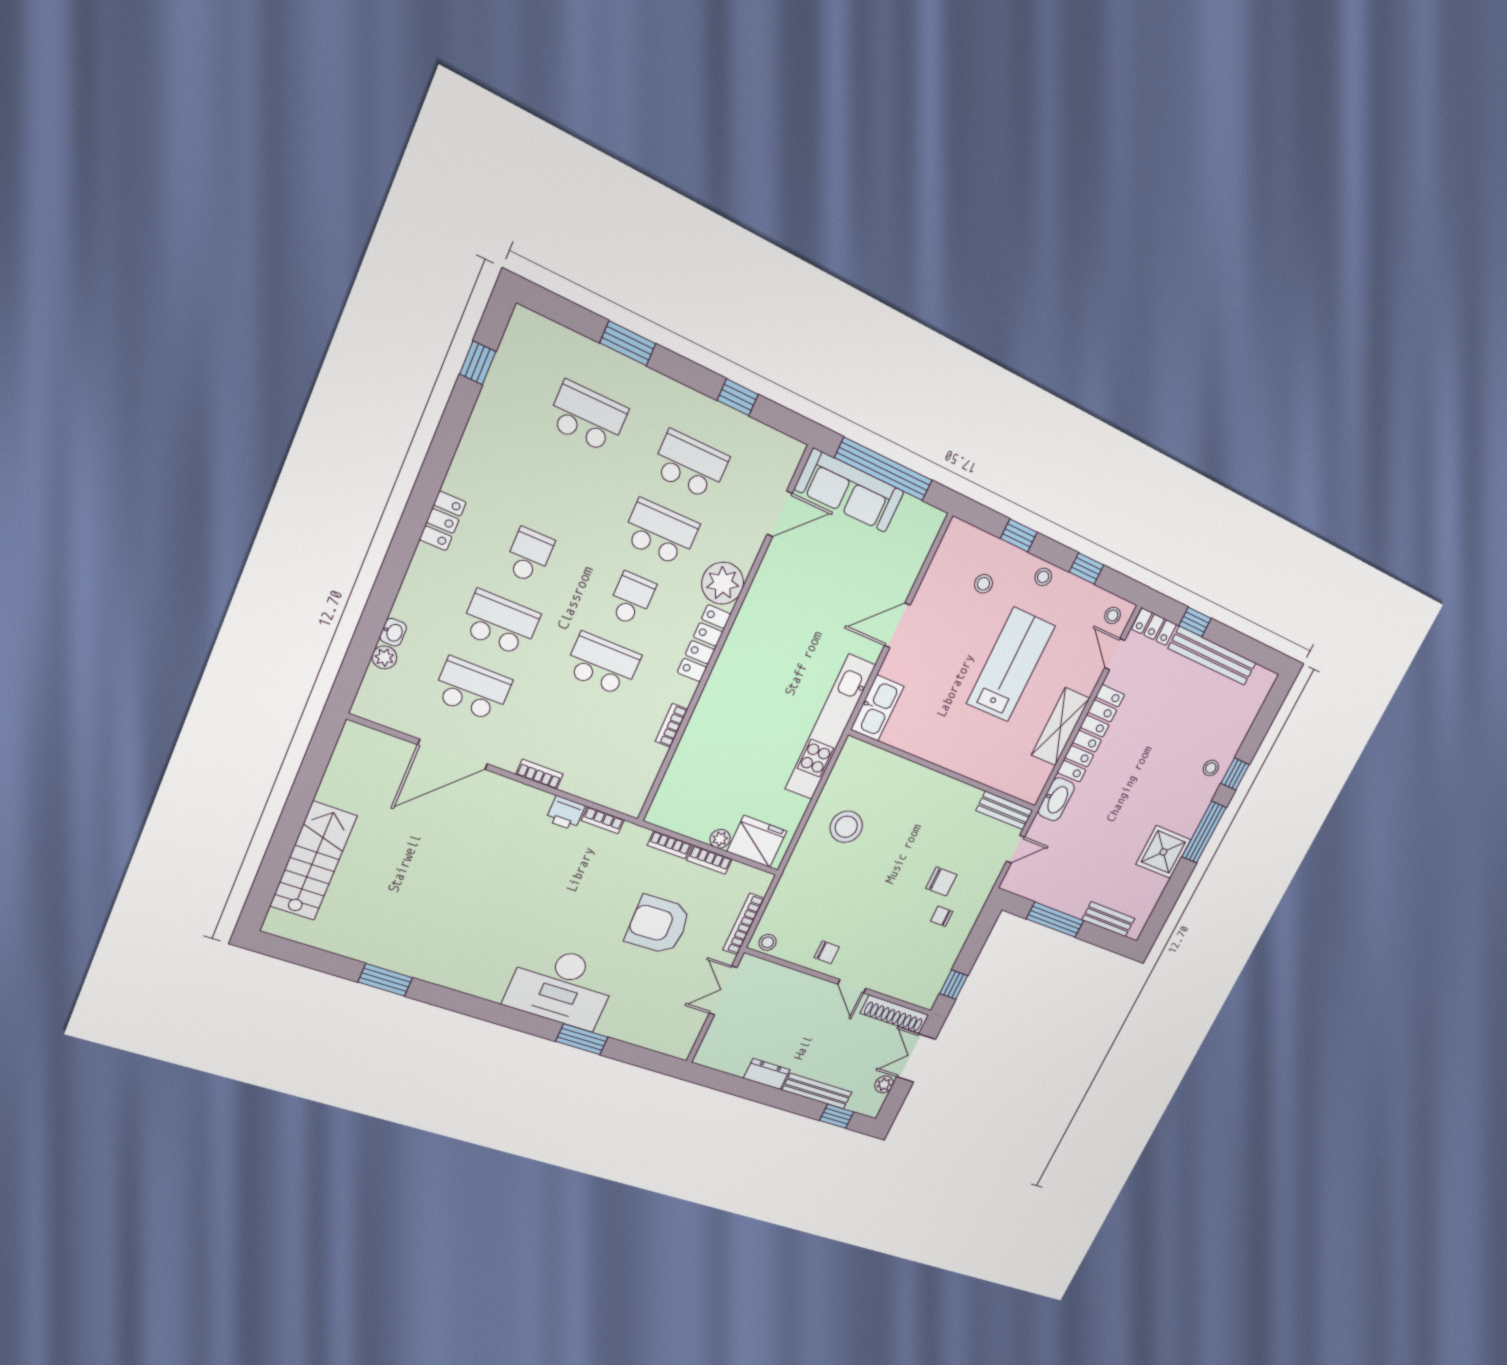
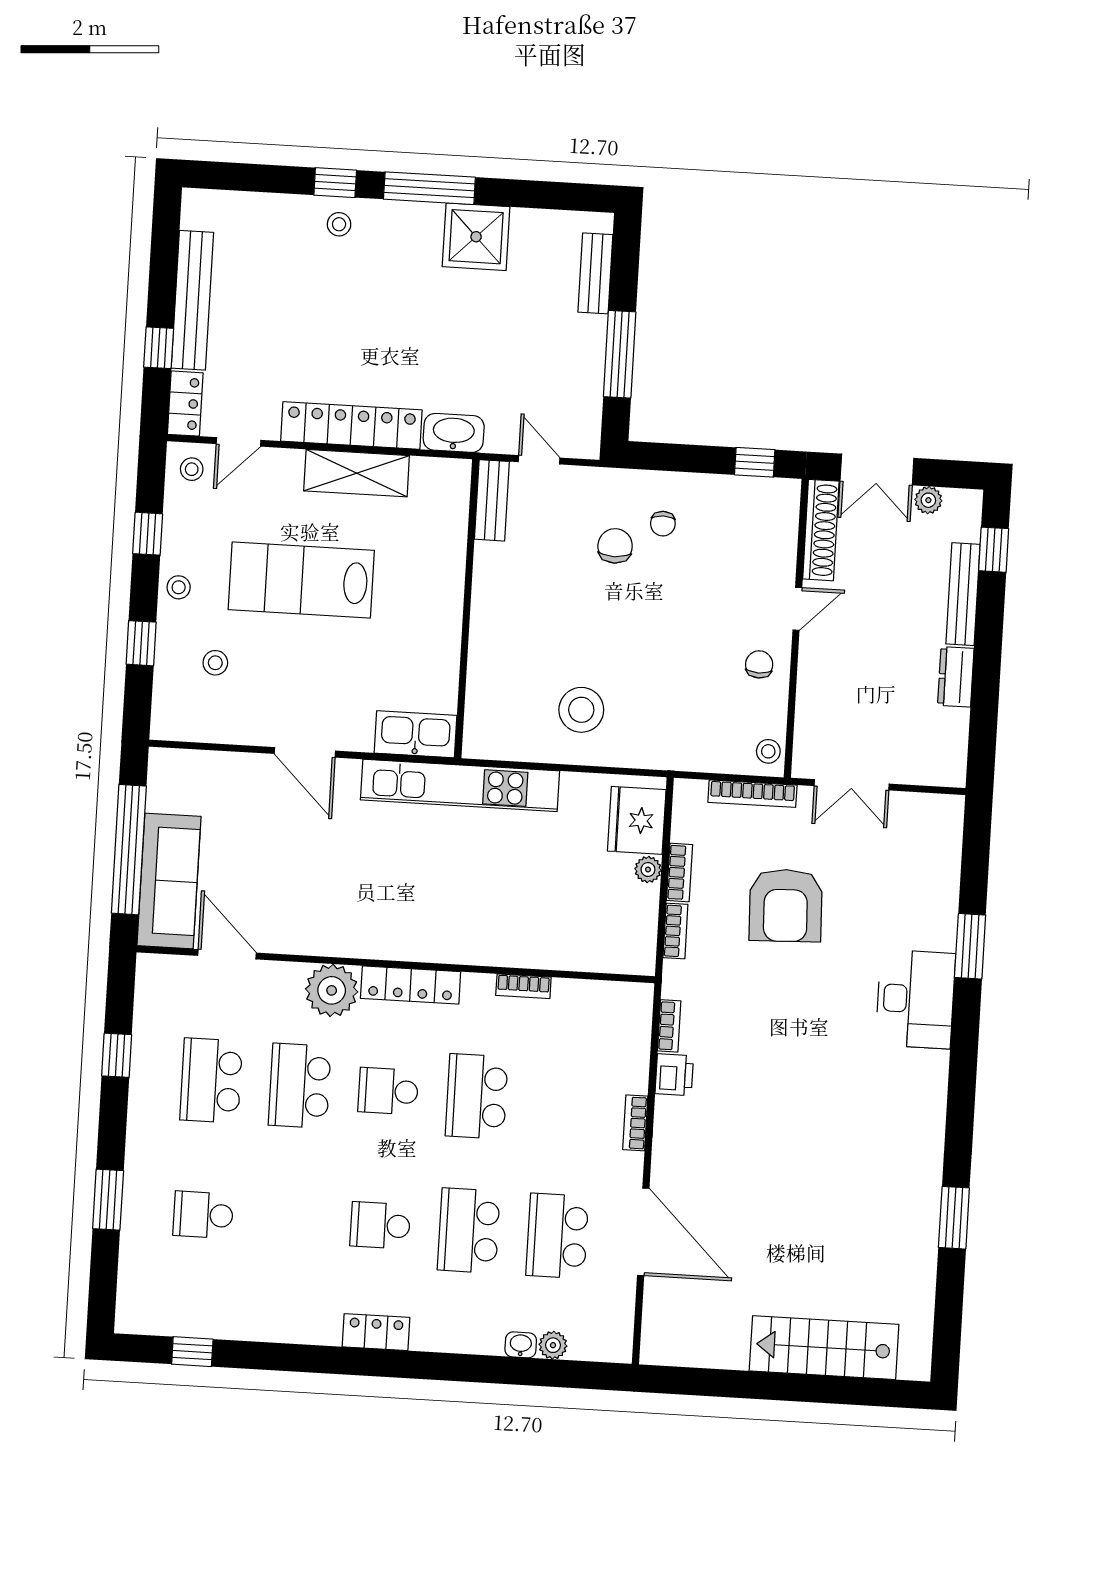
school desk: (588, 417) -> (203, 1215), width x0.54
desk: (561, 987) -> (915, 999), width x0.73, depth x0.77

